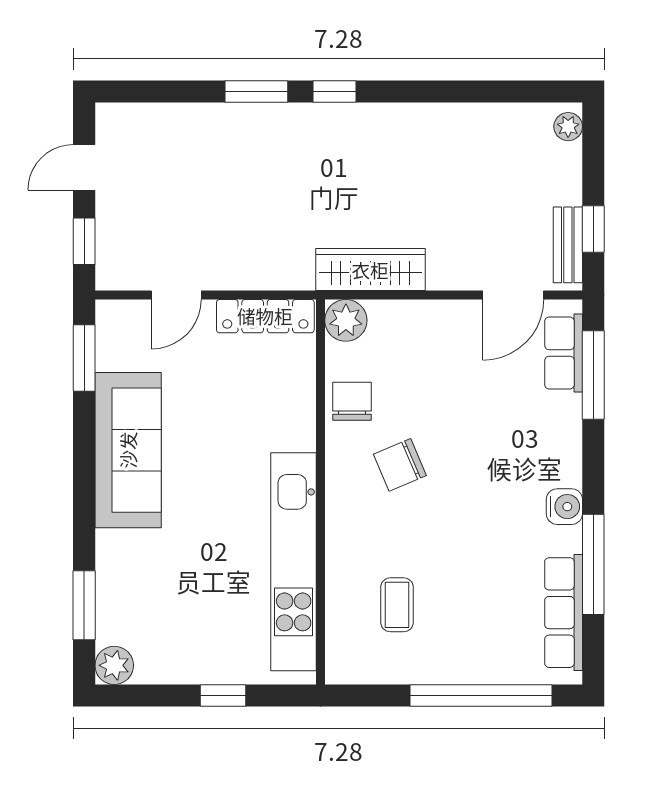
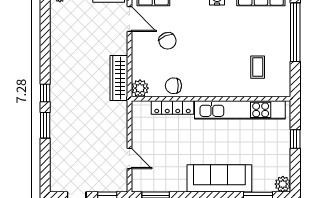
locker: (265, 316) -> (172, 107), moved, turned 90
sofa: (128, 450) -> (219, 178), moved
chair: (400, 465) -> (168, 41), moved
coffee table: (397, 605) -> (258, 67), turned 90

